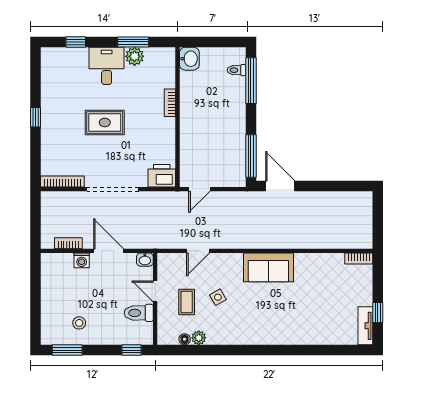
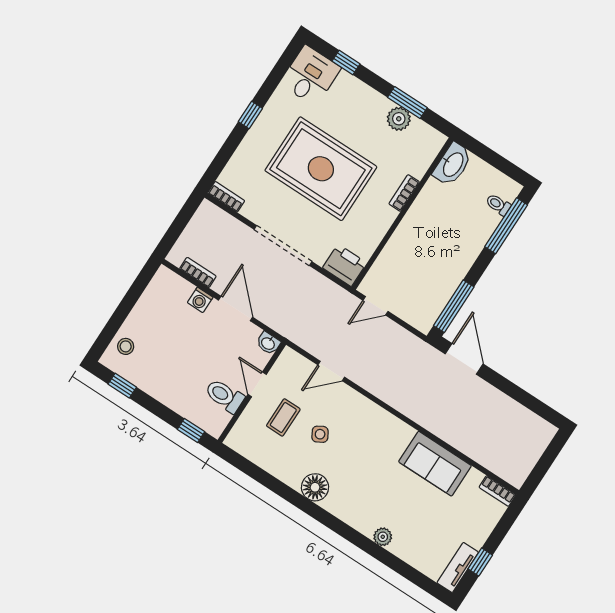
washbasin: (189, 59) -> (453, 164), width x1.38
desk: (107, 66) -> (310, 76), moved
rug: (105, 122) -> (321, 169), width x1.86, depth x2.06
bookcase: (62, 181) -> (226, 197), width x0.64
sofa: (268, 267) -> (435, 464), moved
stool: (79, 323) -> (126, 346), moved
plant: (199, 338) -> (383, 537), moved
floor lamp: (185, 339) -> (315, 487), moved, width x1.89, depth x1.89
window: (67, 350) -> (122, 386), width x0.67

